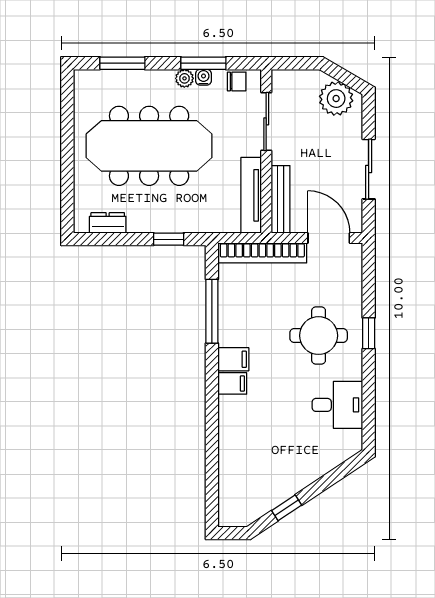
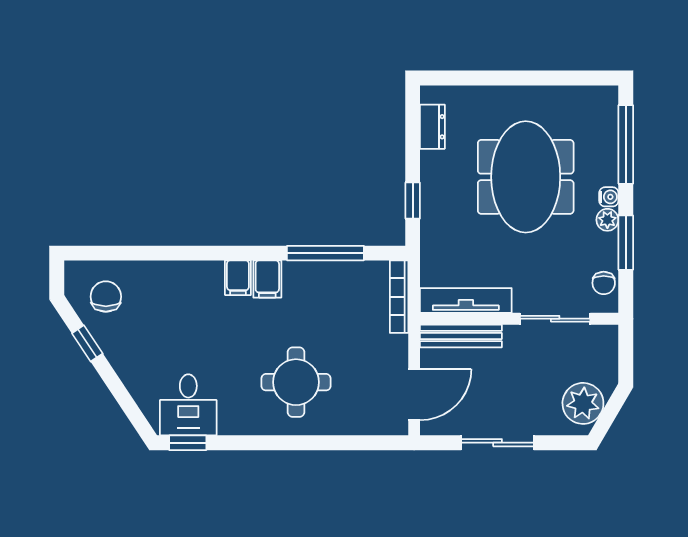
window: (122, 63) -> (626, 144), width x1.44
water cooler: (203, 77) -> (609, 197), moved
meeting table: (149, 146) -> (526, 177), width x0.73
bookcase: (262, 253) -> (399, 297), width x0.68, depth x0.76
window: (369, 333) -> (188, 443), moved
desk: (337, 405) -> (188, 405), moved
chair: (248, 493) -> (106, 297), added

